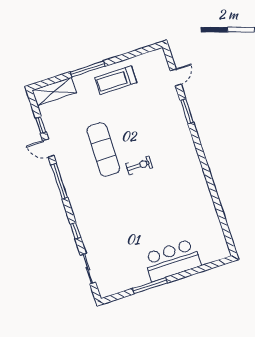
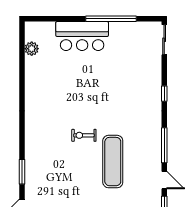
plant: (216, 232) -> (32, 49), added
sliding door: (88, 269) -> (164, 40), moved
window: (150, 286) -> (111, 19), width x1.46

